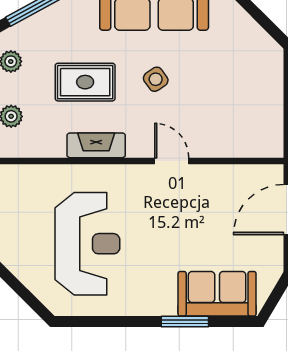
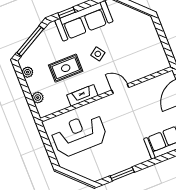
reception desk: (87, 244) -> (79, 135), moved, turned -90
window: (185, 322) -> (122, 174), moved

